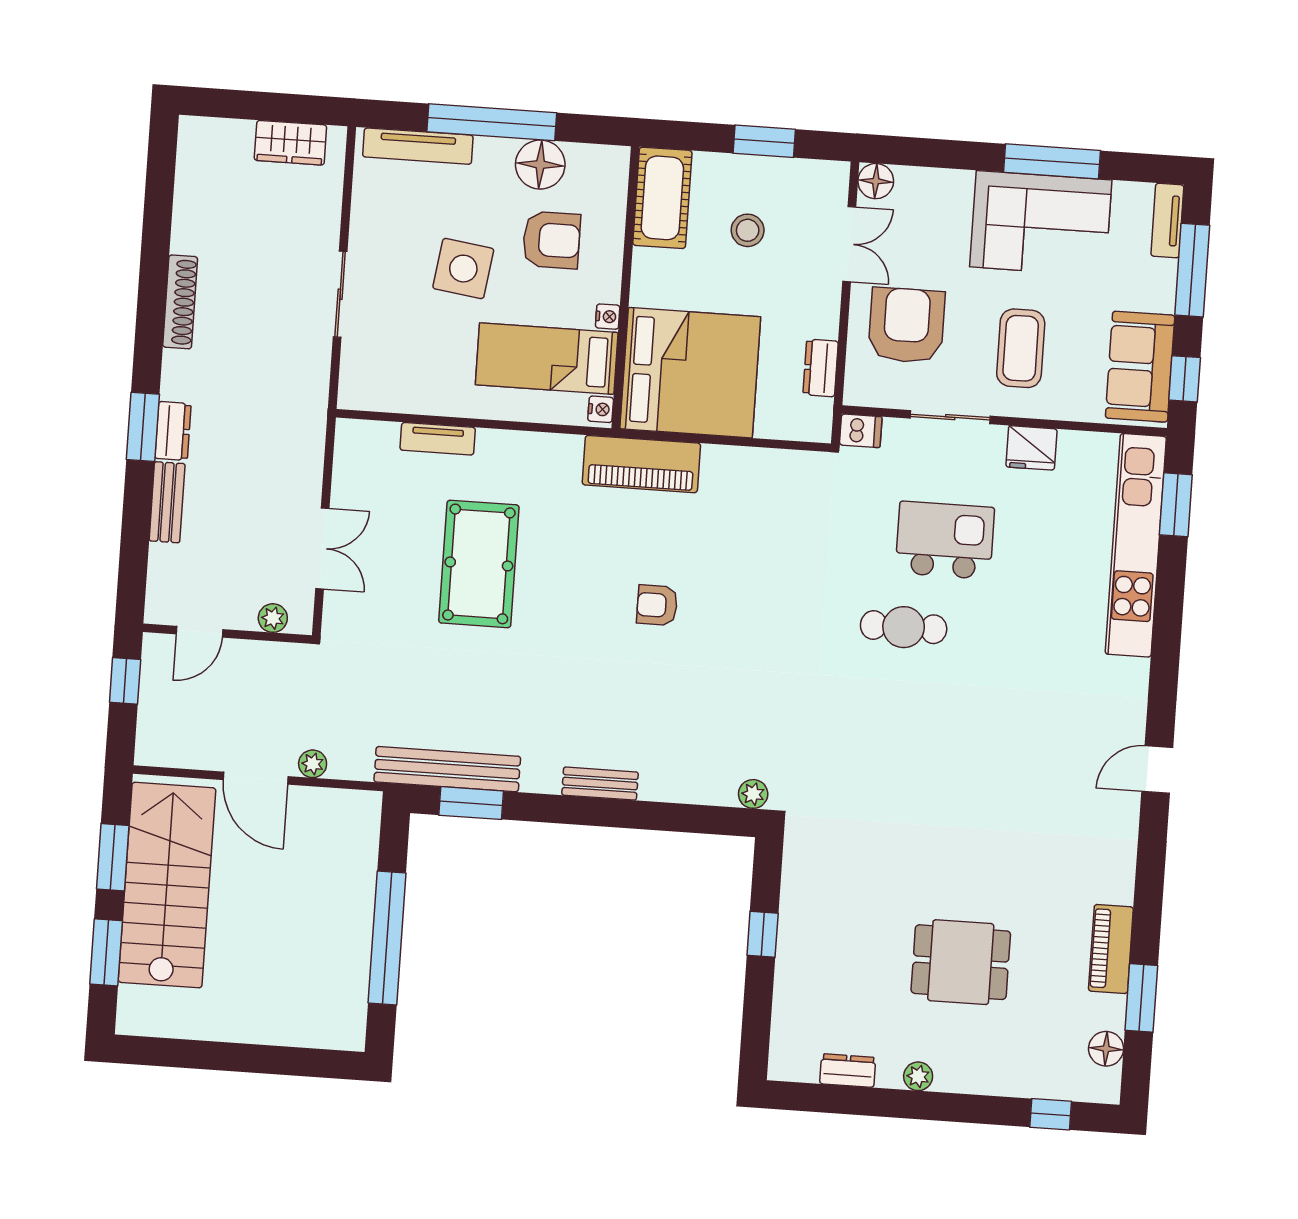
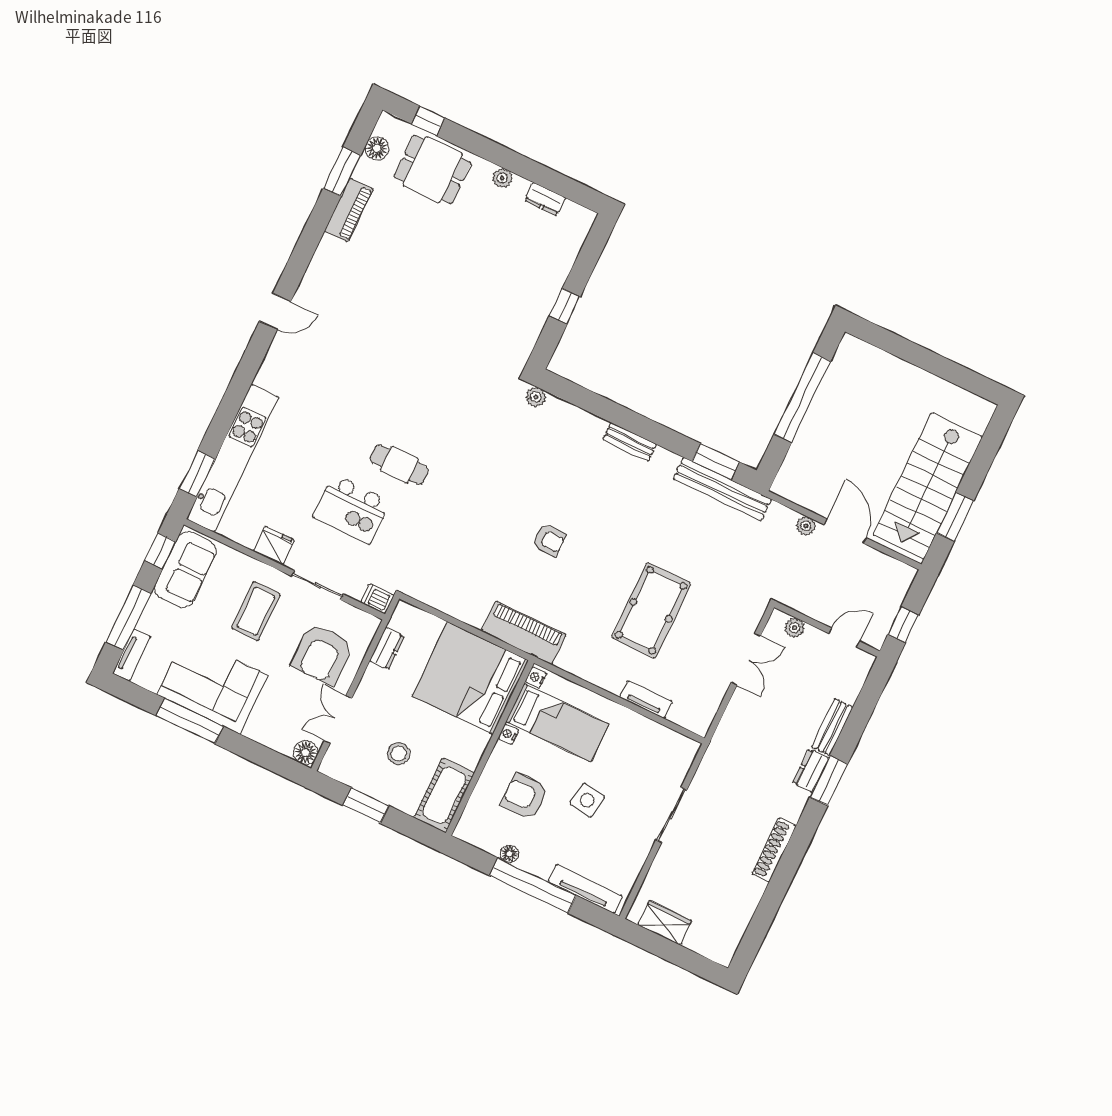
floor lamp: (540, 165) -> (509, 854), width x0.53, depth x0.53
side table: (463, 269) -> (587, 800), width x0.73, depth x0.73
double door: (322, 548) -> (746, 659), swing flipped
window: (106, 952) -> (983, 459), removed
dining table: (961, 962) -> (433, 170), moved

